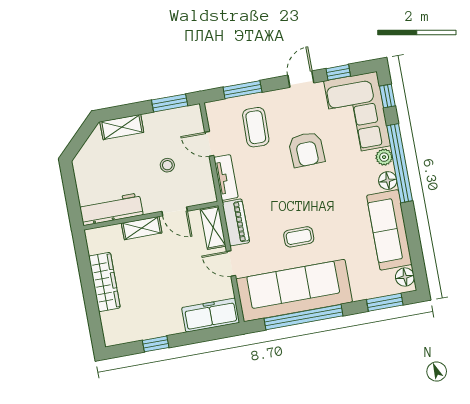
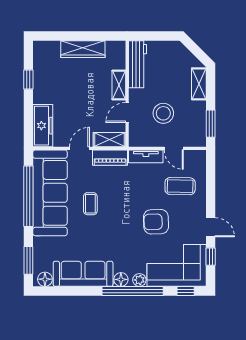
window: (242, 90) -> (211, 181), removed
door: (209, 144) -> (174, 148), swing flipped
stool: (167, 165) -> (163, 113), width x1.89, depth x1.89

